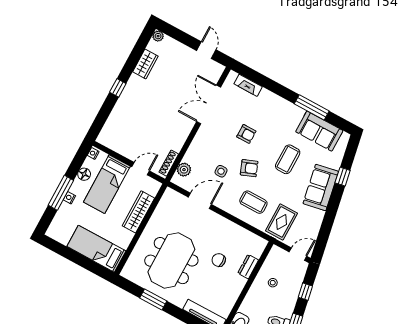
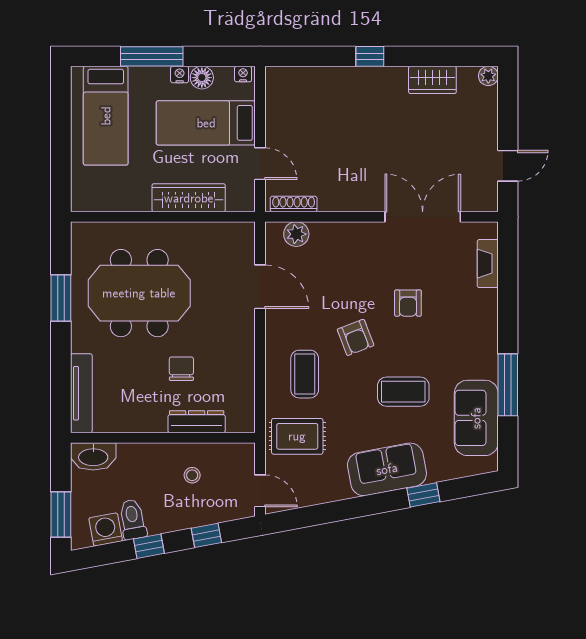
side table: (221, 171) -> (326, 295), removed
nightstand: (69, 198) -> (180, 75), moved
bed: (96, 249) -> (106, 116), moved, turned 180
dresser: (248, 267) -> (197, 422), width x1.44

